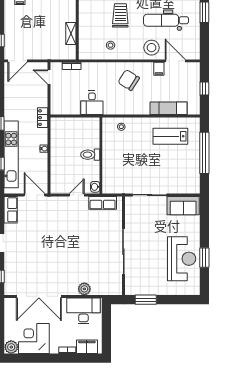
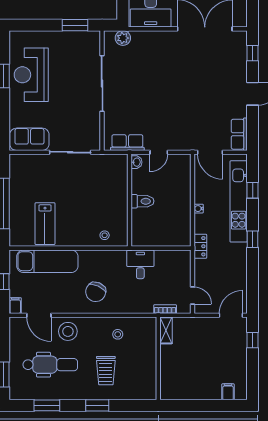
shelving: (71, 34) -> (166, 330), moved
filing cabinet: (159, 69) -> (15, 306), moved
chair: (129, 80) -> (96, 292), turned 82
exam couch: (168, 108) -> (47, 261), width x1.36, depth x1.45
lab bench: (170, 136) -> (45, 224), turned 90
plant: (84, 289) -> (123, 38), moved

